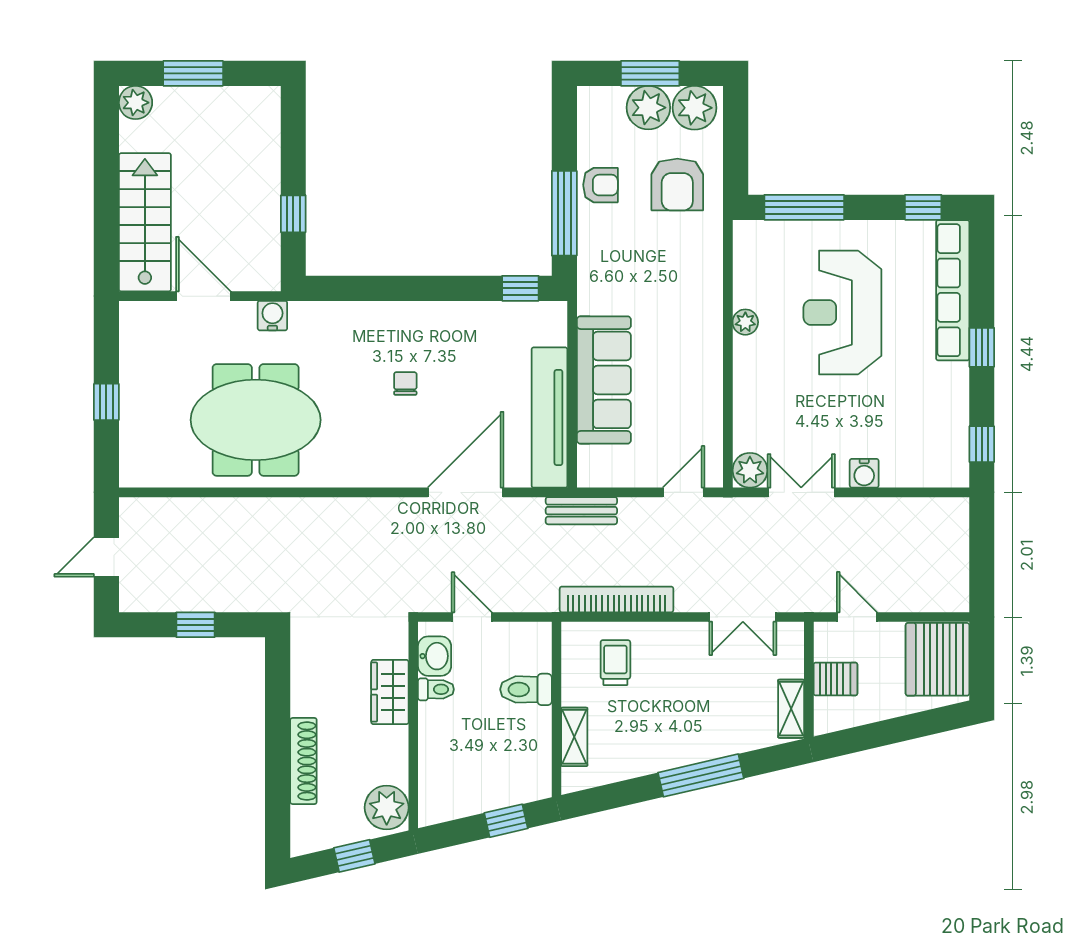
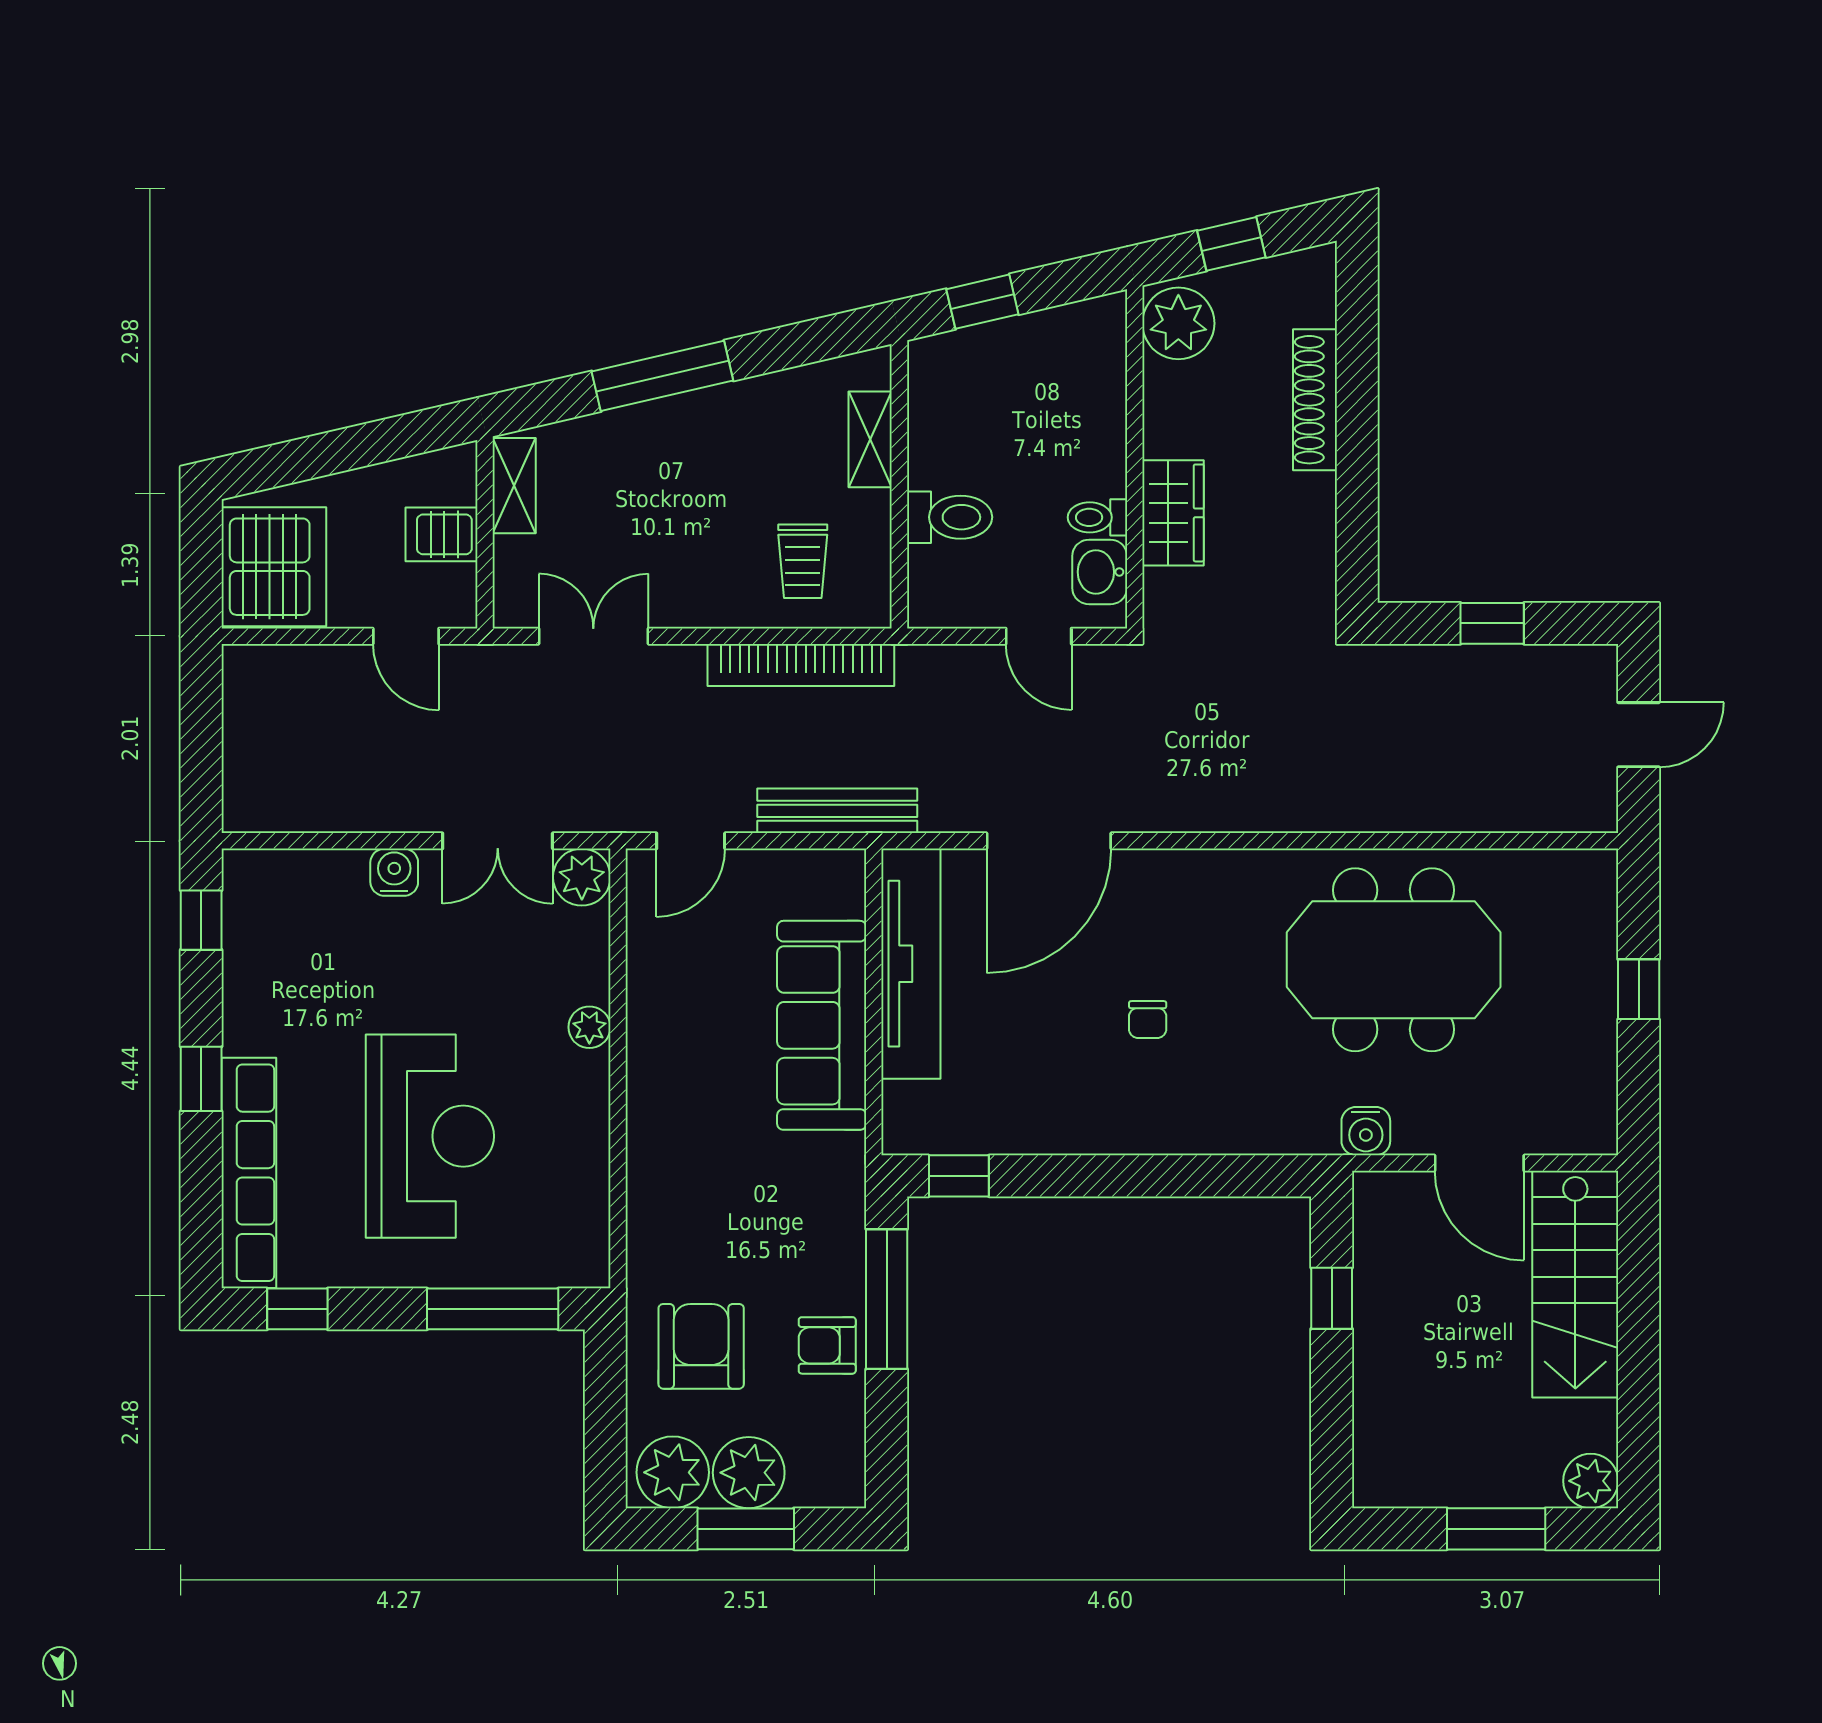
plant: (745, 322) -> (589, 1027), moved
bench: (581, 511) -> (837, 811), width x1.36

